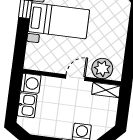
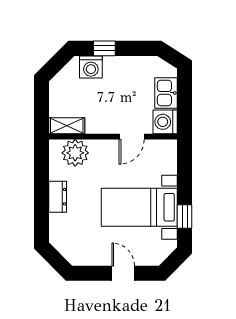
dresser: (120, 37) -> (58, 197), added
door: (75, 78) -> (132, 137), moved

